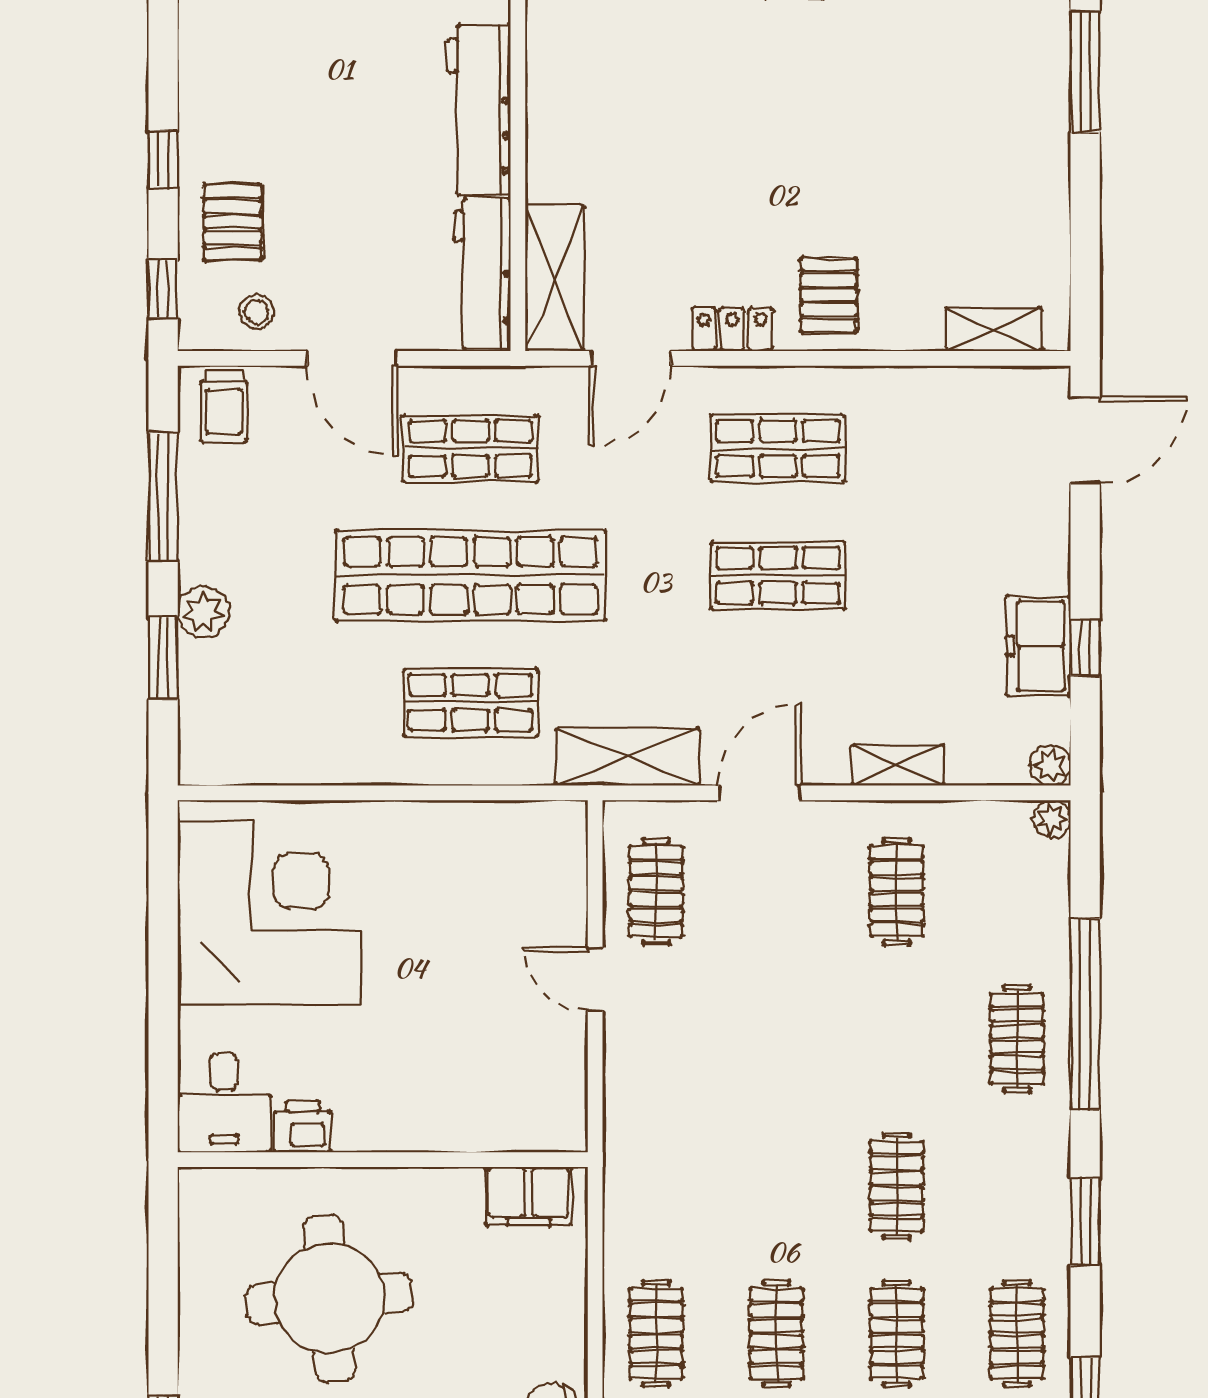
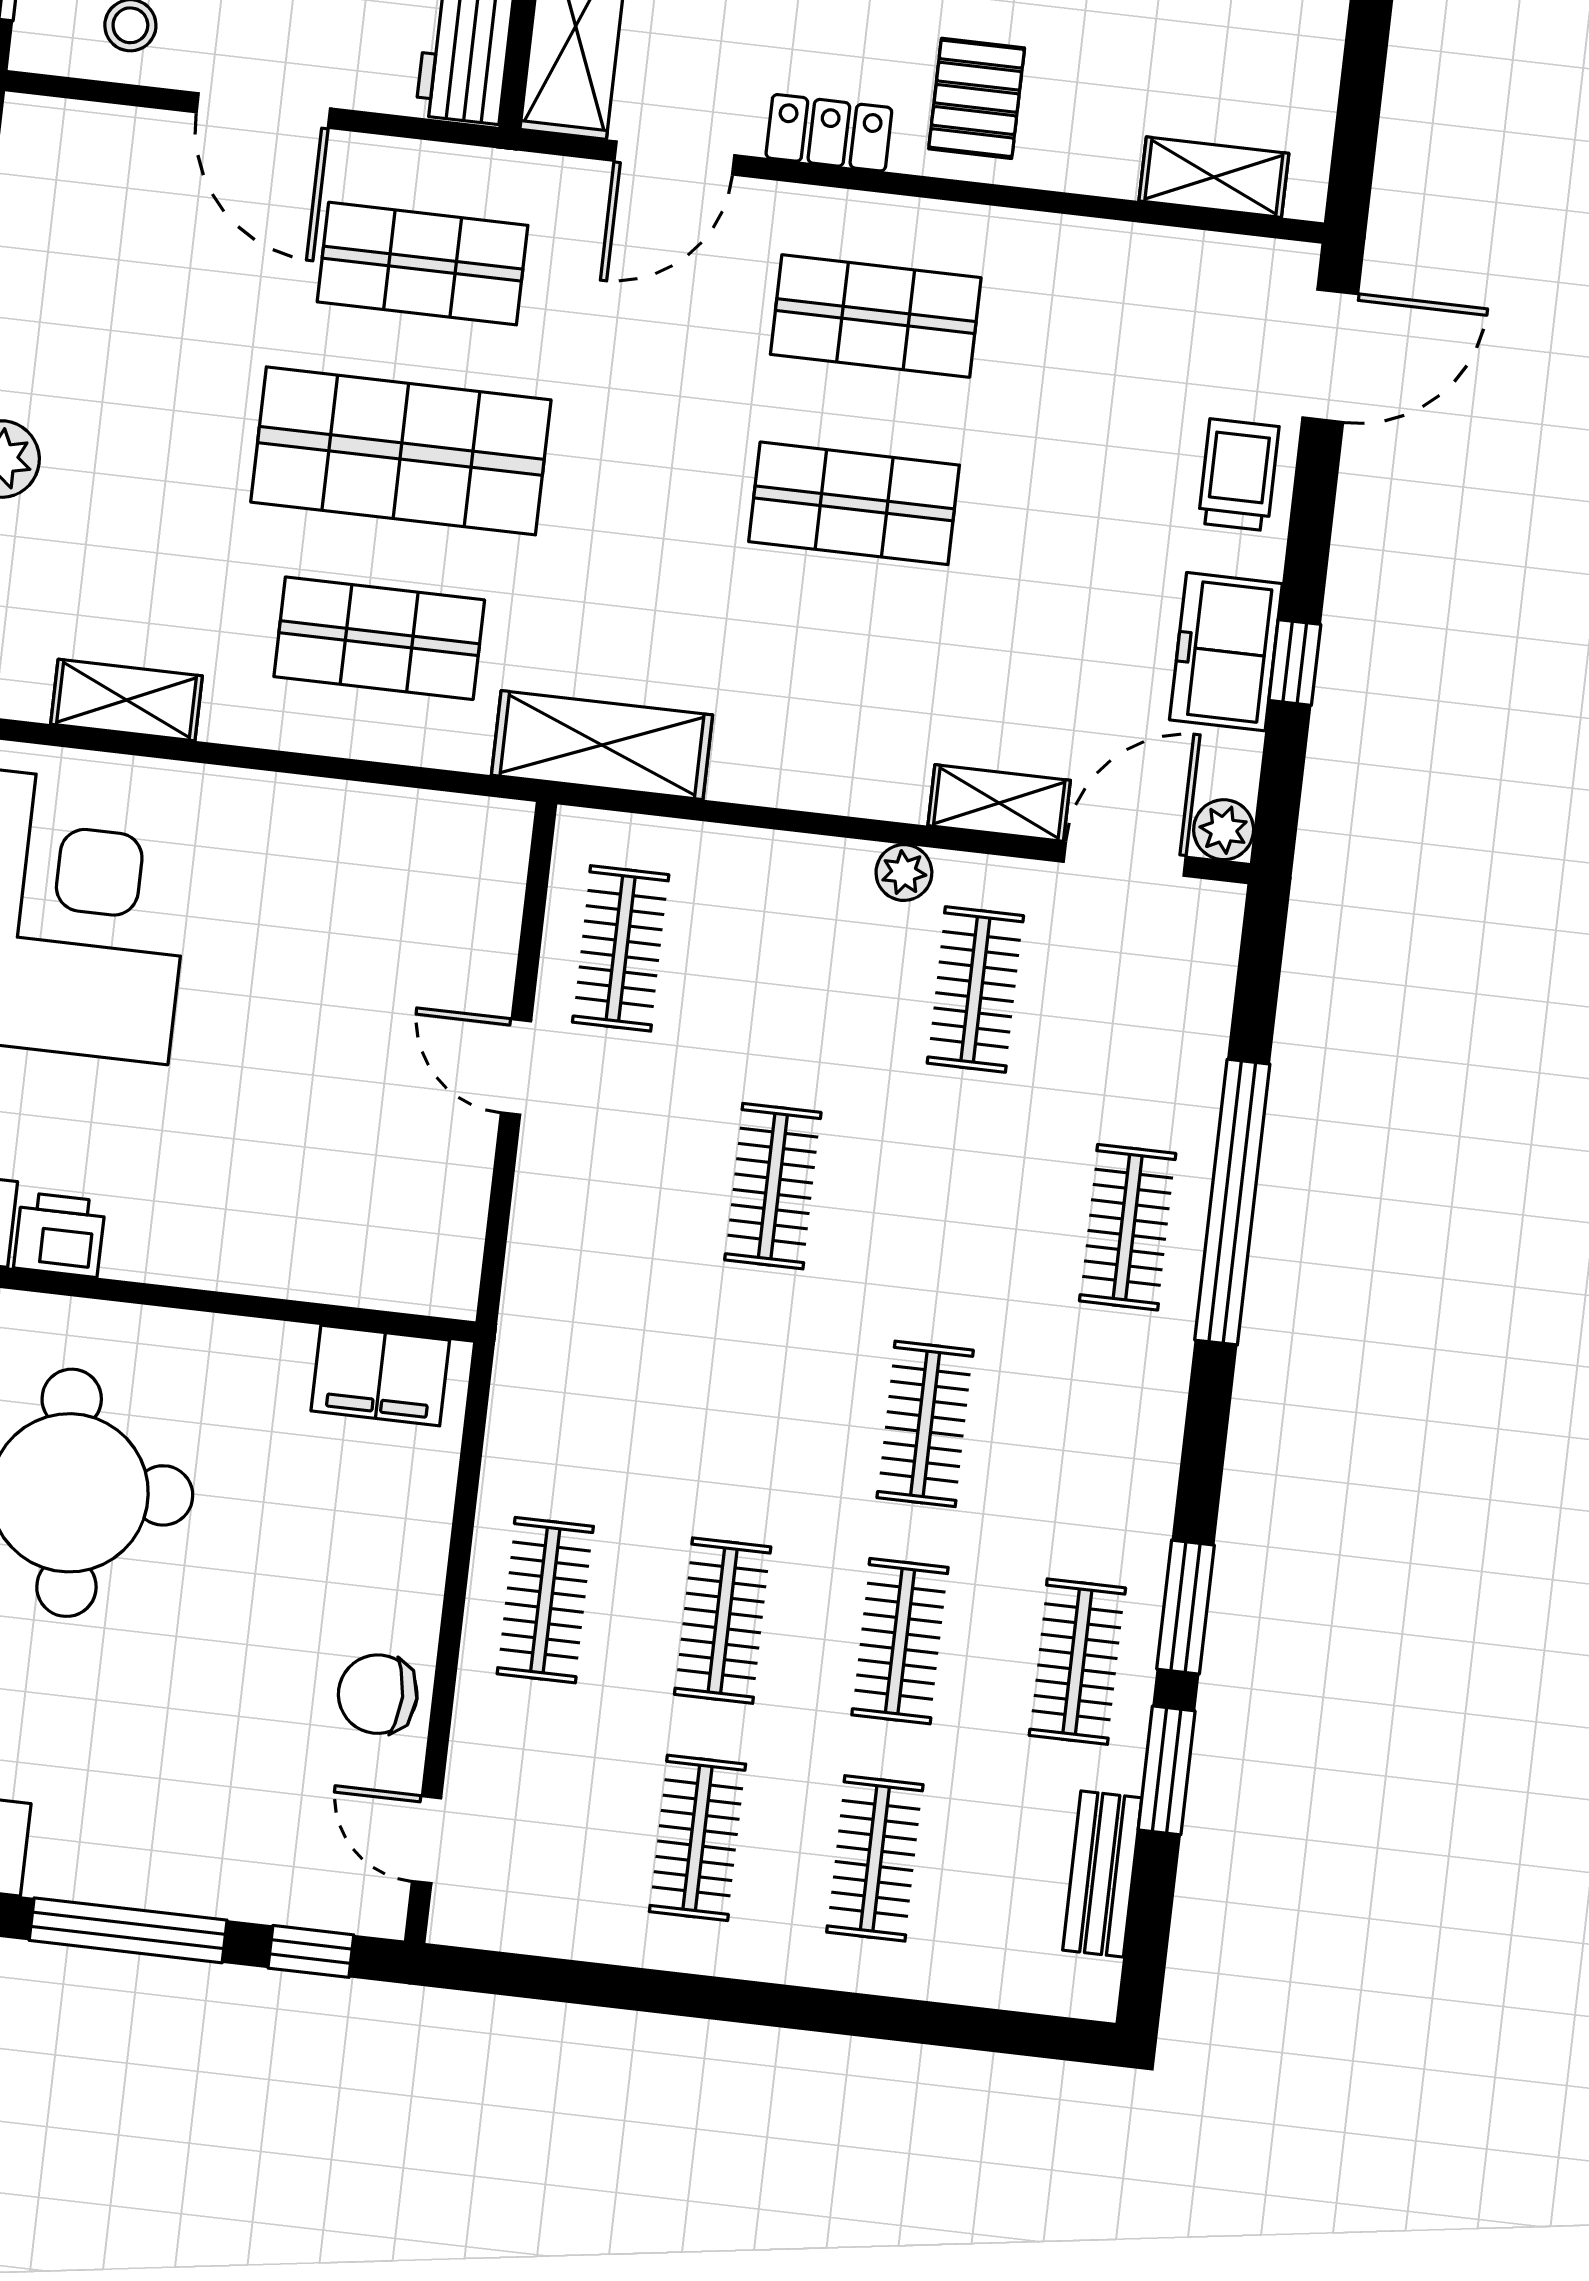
trolley: (224, 407) -> (1239, 475), moved, turned 180
shop shelf: (470, 576) -> (401, 451), width x0.71
shelving: (306, 764) -> (127, 700), added
door: (759, 793) -> (1125, 859), moved
plant: (1052, 819) -> (904, 873), moved
clothes rail: (776, 1039) -> (773, 1186), added
window: (1085, 1221) -> (1185, 1607), moved

